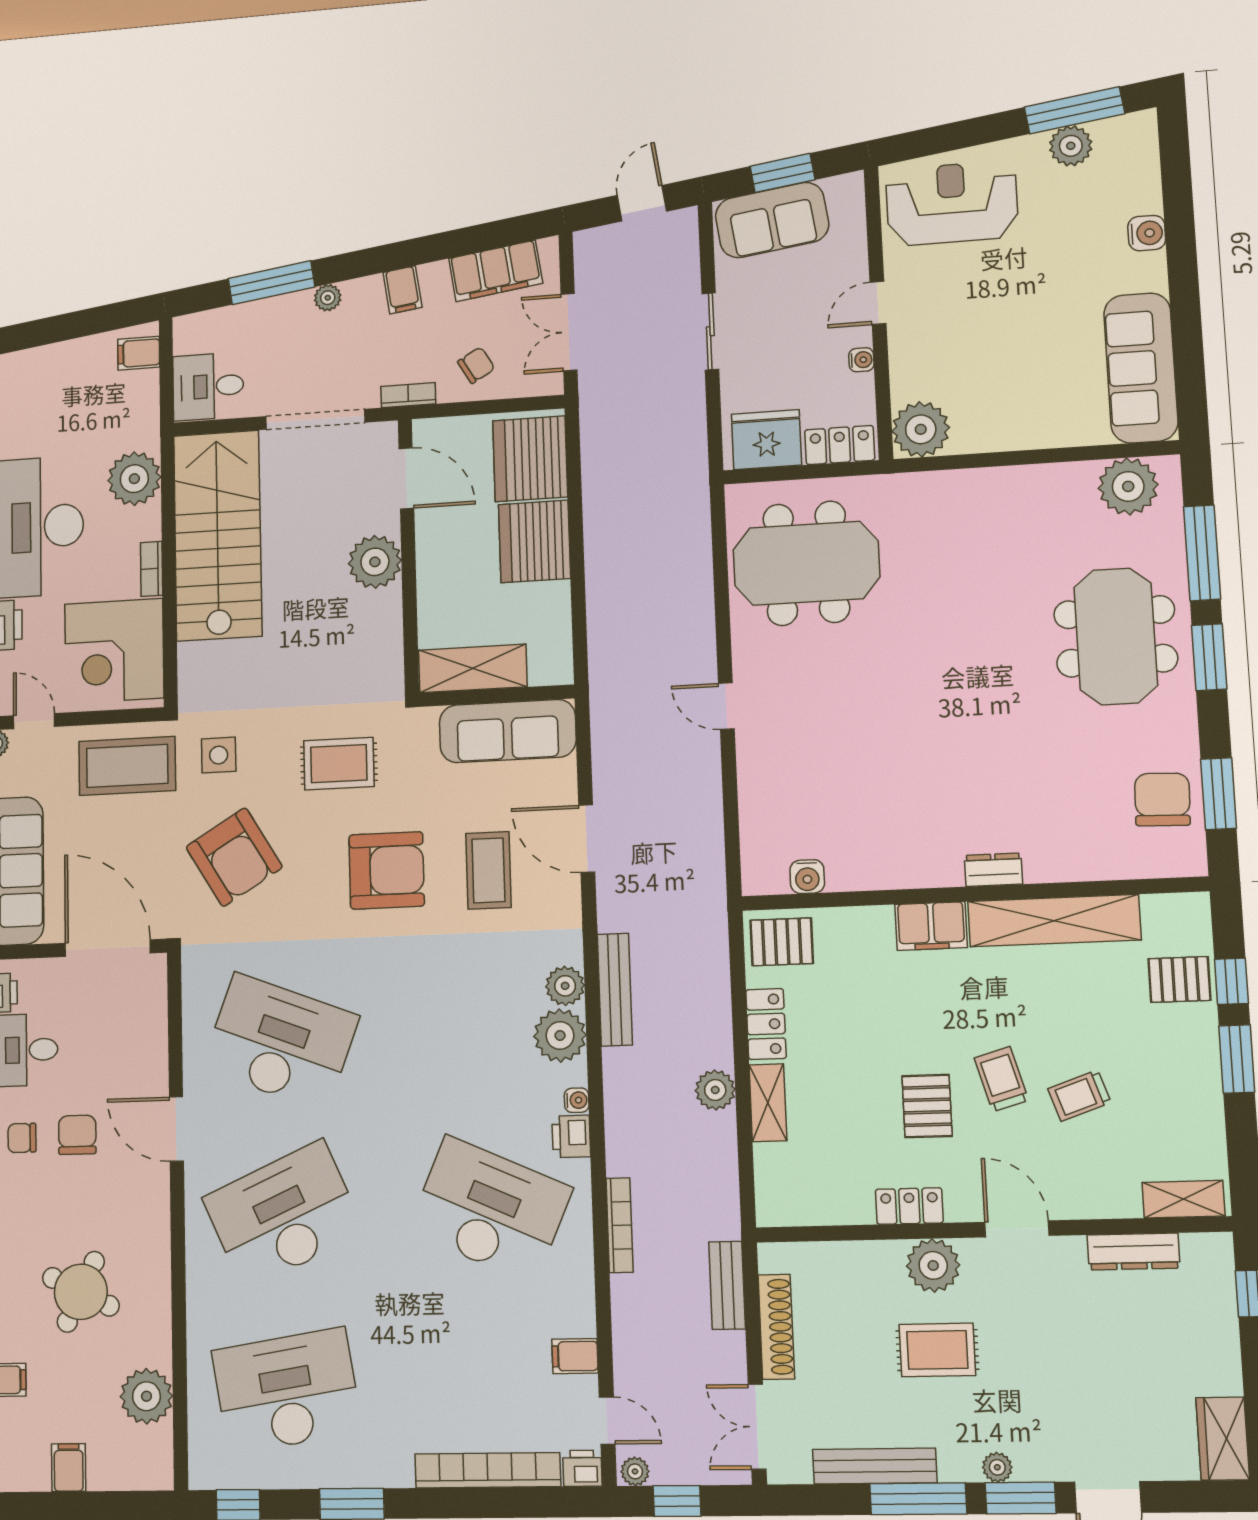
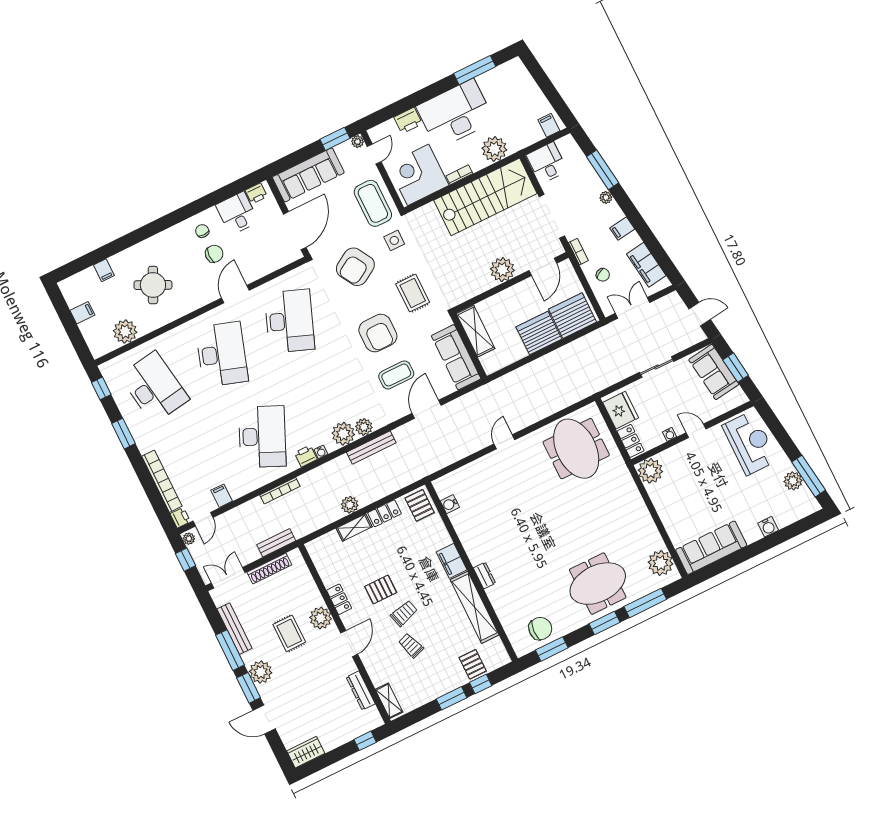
desk: (283, 1215) -> (222, 354), turned 42
plant: (997, 1467) -> (261, 672), width x1.87, depth x1.87

